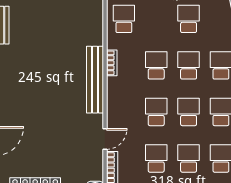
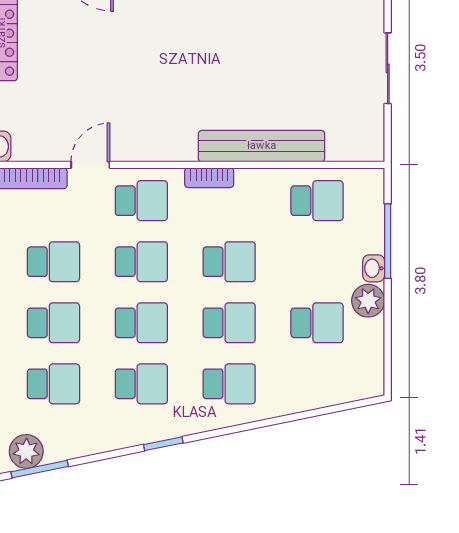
bookcase: (112, 63) -> (209, 178), moved
bench: (95, 80) -> (262, 146), moved
school desk: (124, 112) -> (141, 201), added
door: (105, 139) -> (90, 165), swing flipped

